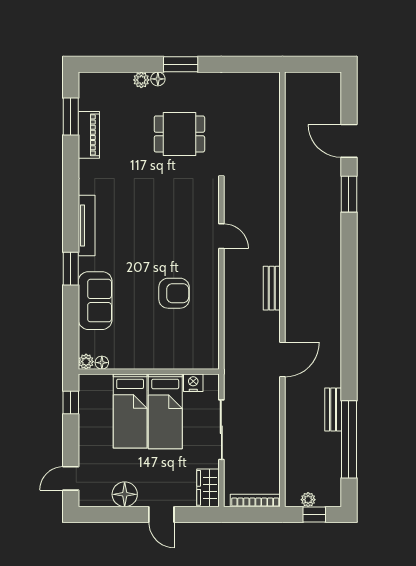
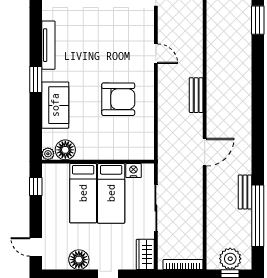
armchair: (174, 293) -> (118, 99), width x1.36, depth x1.36
floor lamp: (102, 363) -> (65, 150), width x1.89, depth x1.89
door: (71, 478) -> (36, 247), hinge flipped
plant: (308, 500) -> (230, 259), width x1.88, depth x1.88

